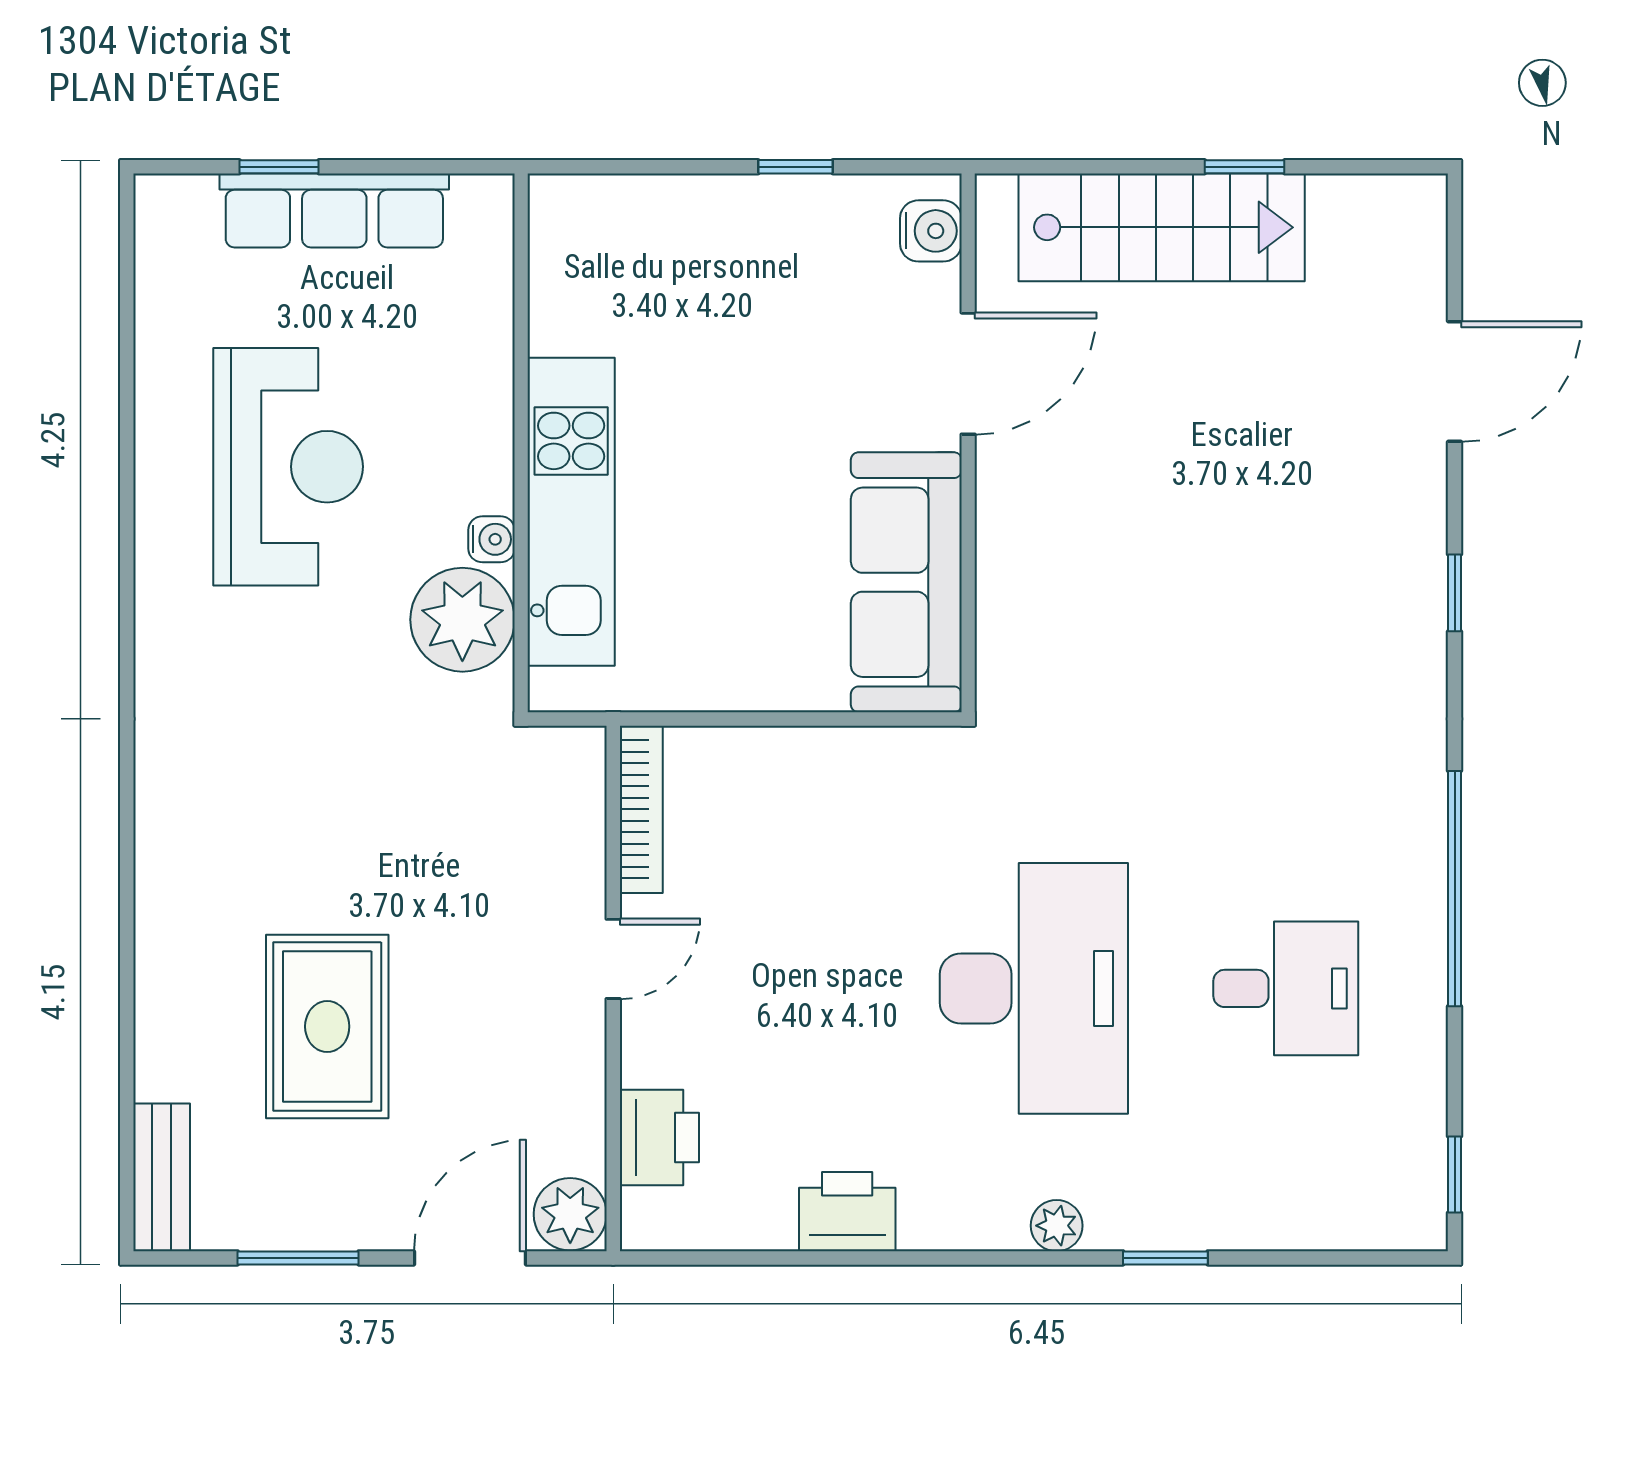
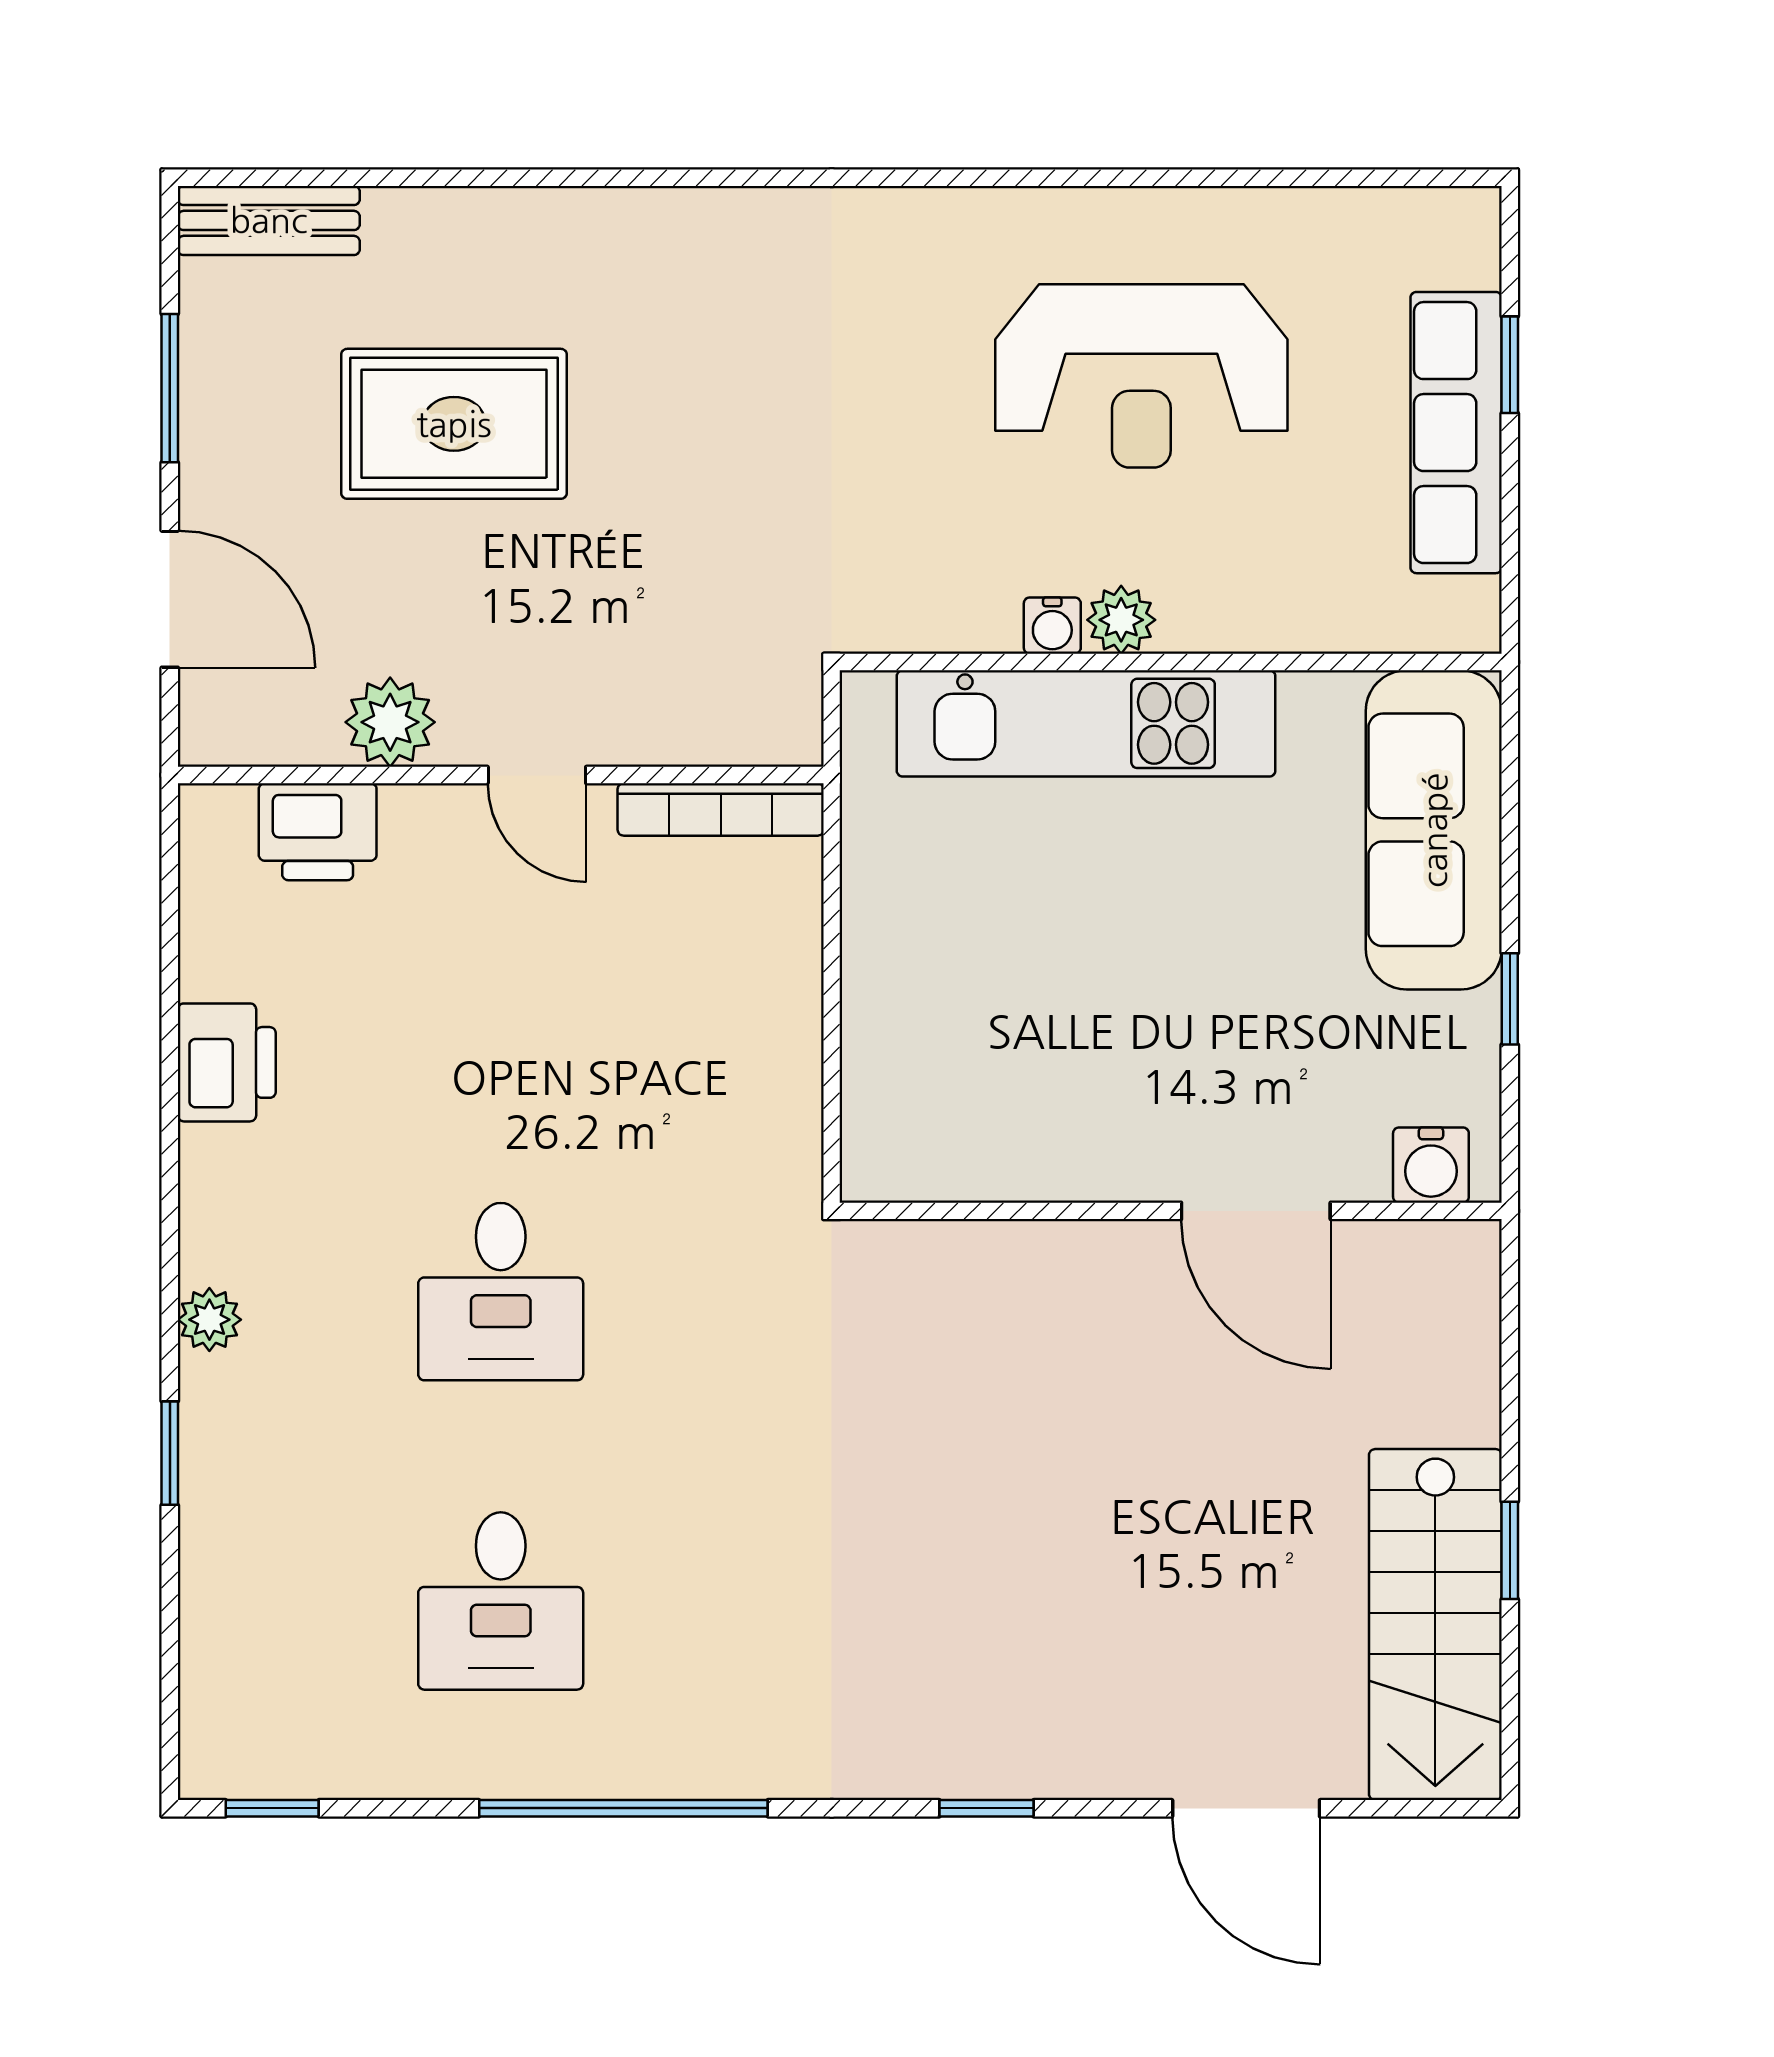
stairs: (1162, 227) -> (1435, 1625), moved
sofa: (906, 582) -> (1434, 830), moved, turned -90
plant: (462, 620) -> (1121, 620), moved, width x0.53, depth x0.53
desk: (1034, 988) -> (501, 1292), width x0.53, depth x0.77
plant: (570, 1214) -> (390, 722), moved

